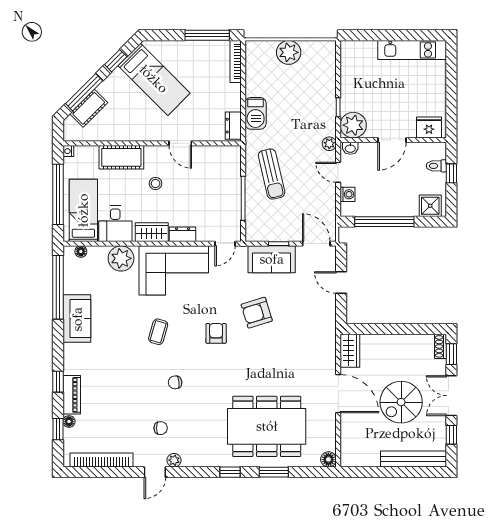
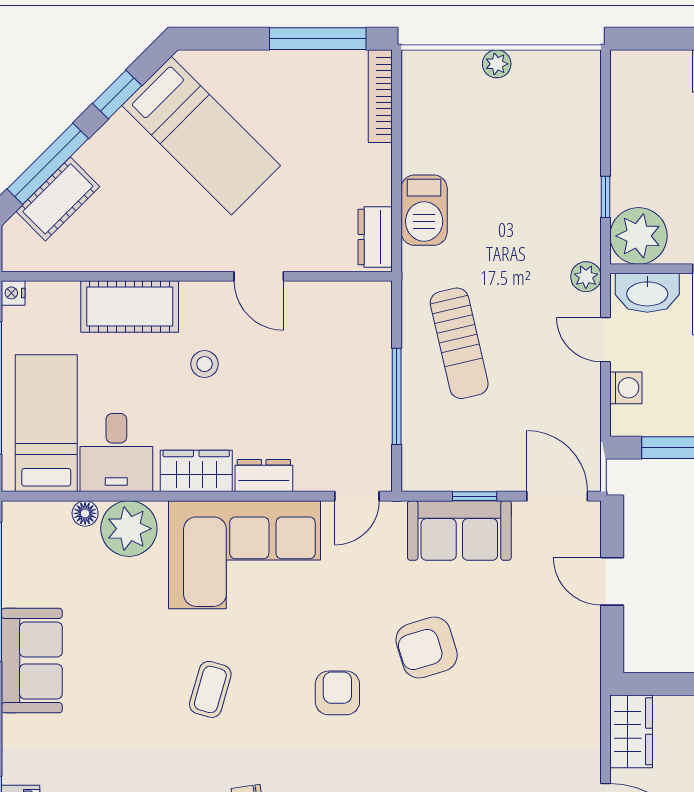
plant: (289, 52) -> (497, 64), width x0.53, depth x0.53
washbasin: (350, 148) -> (647, 293), width x1.91, depth x1.45
floor lamp: (81, 252) -> (85, 513), moved

